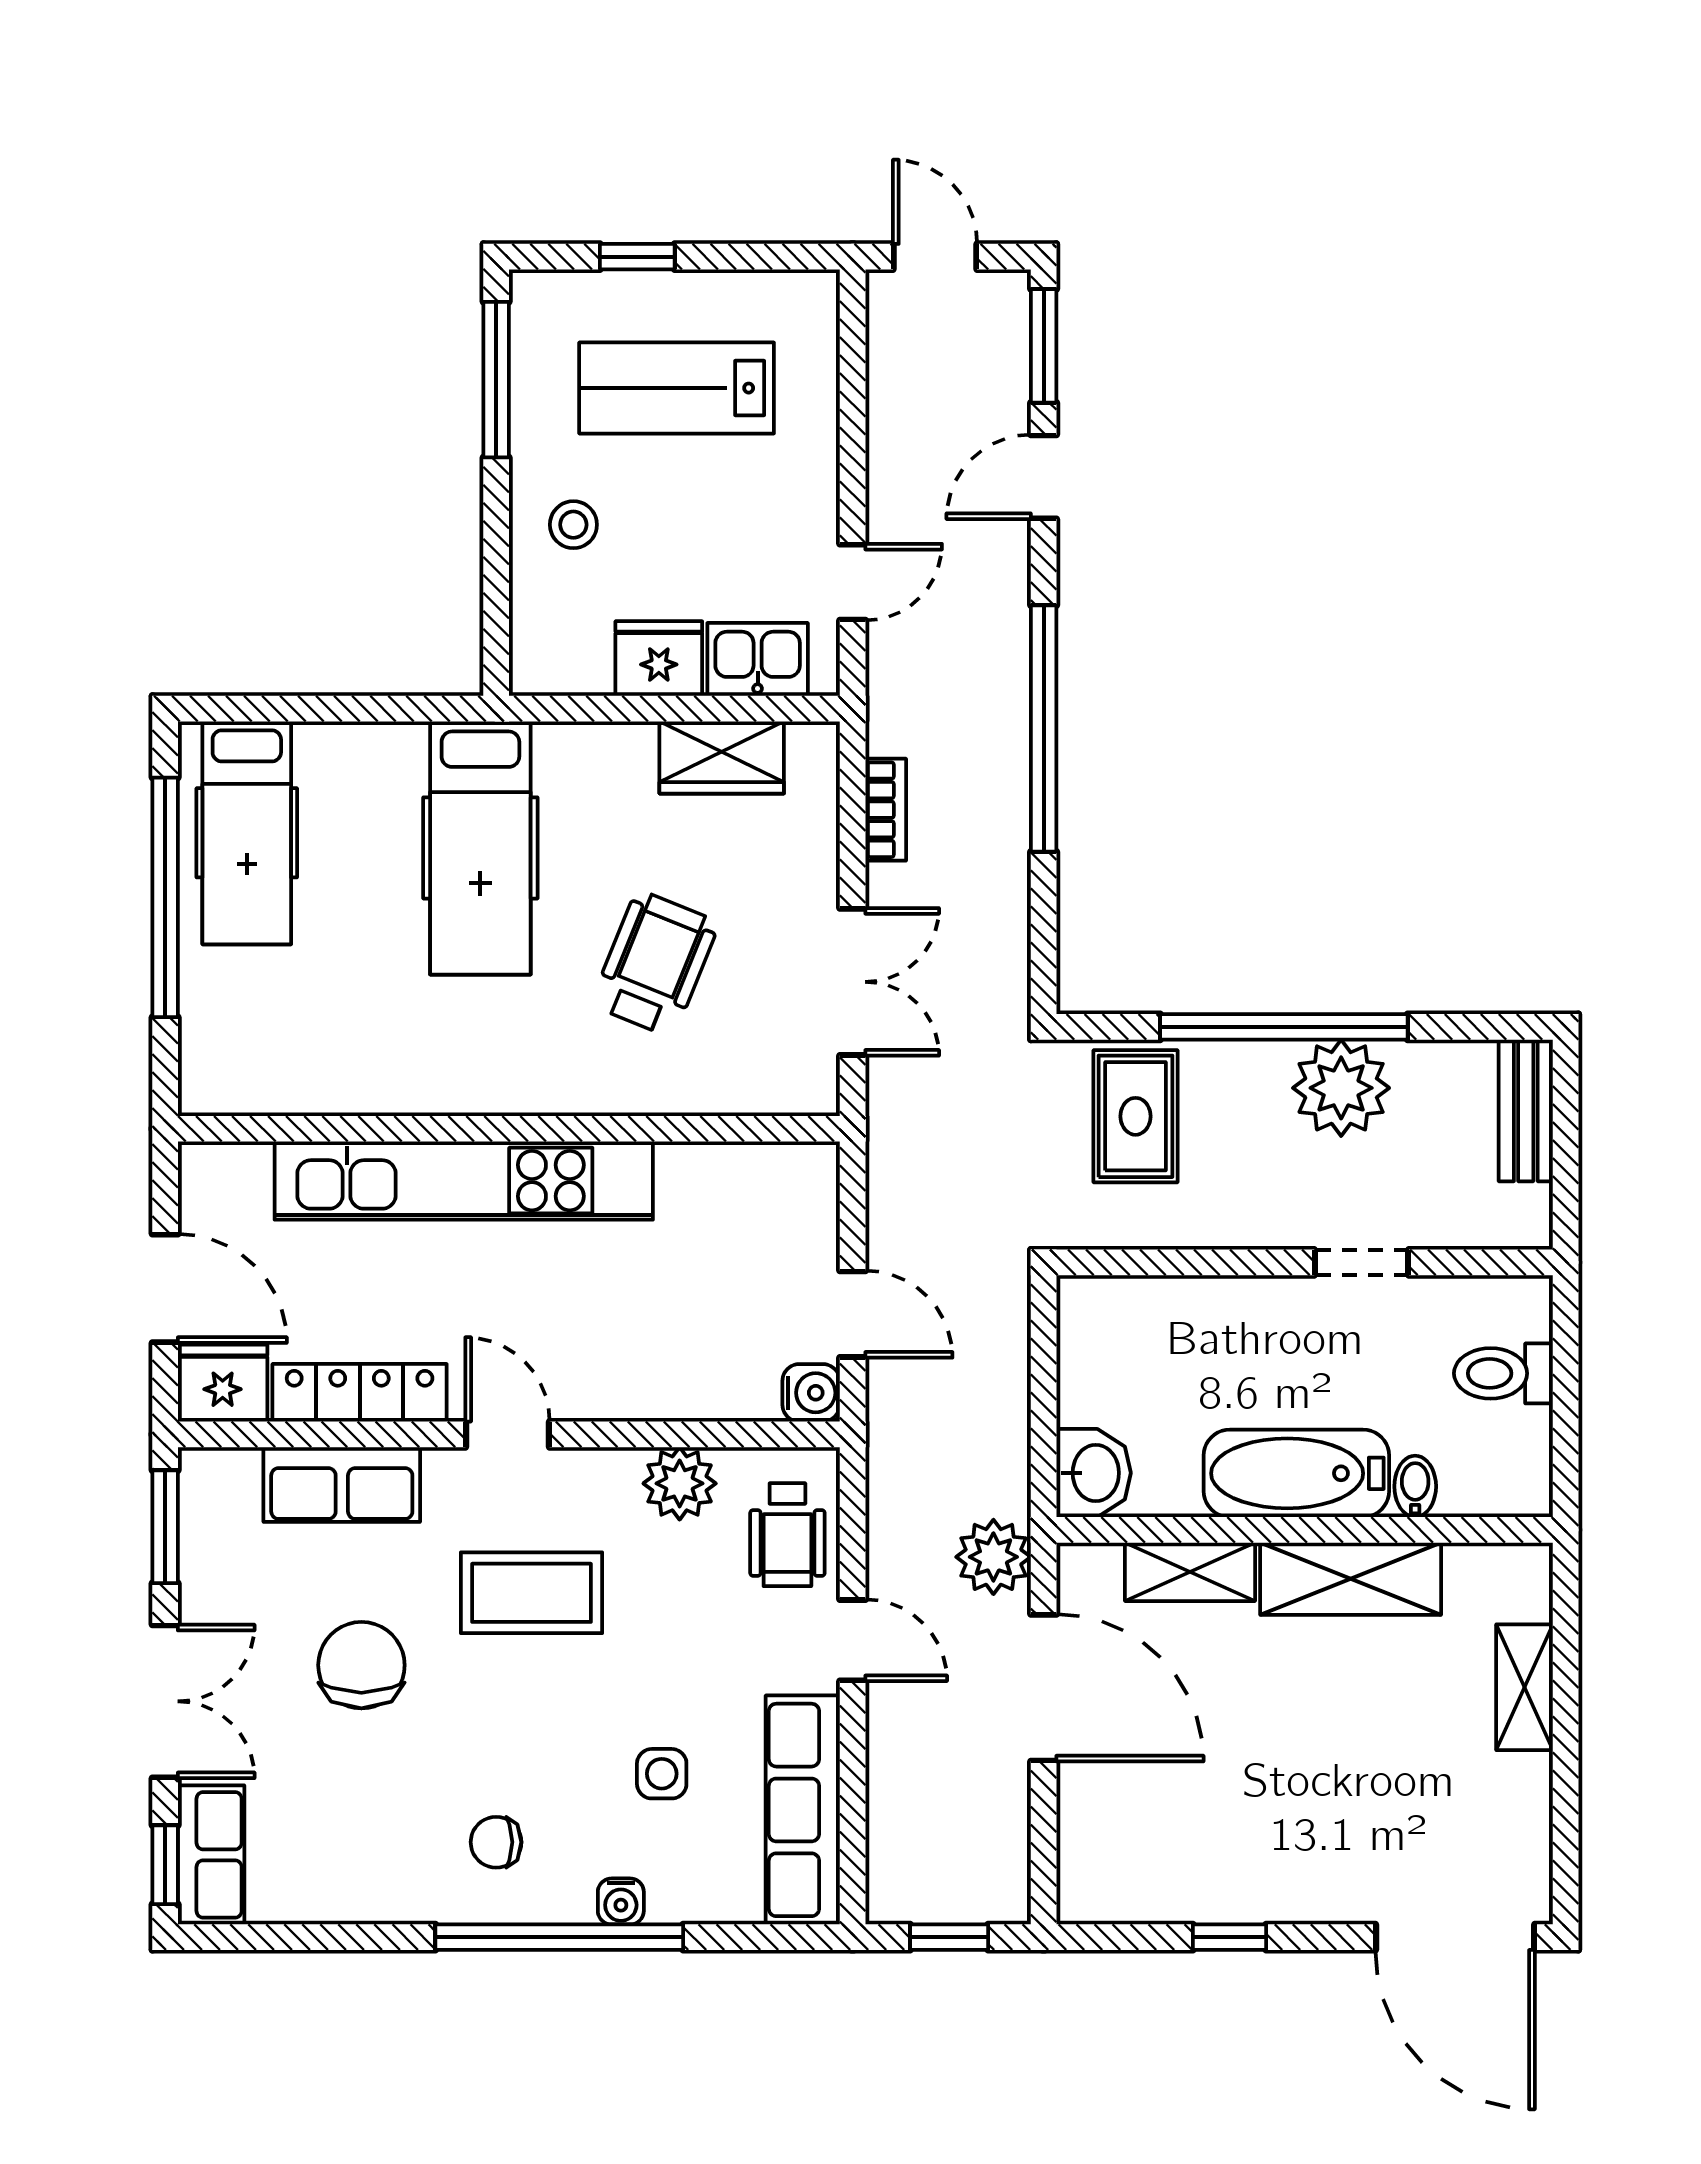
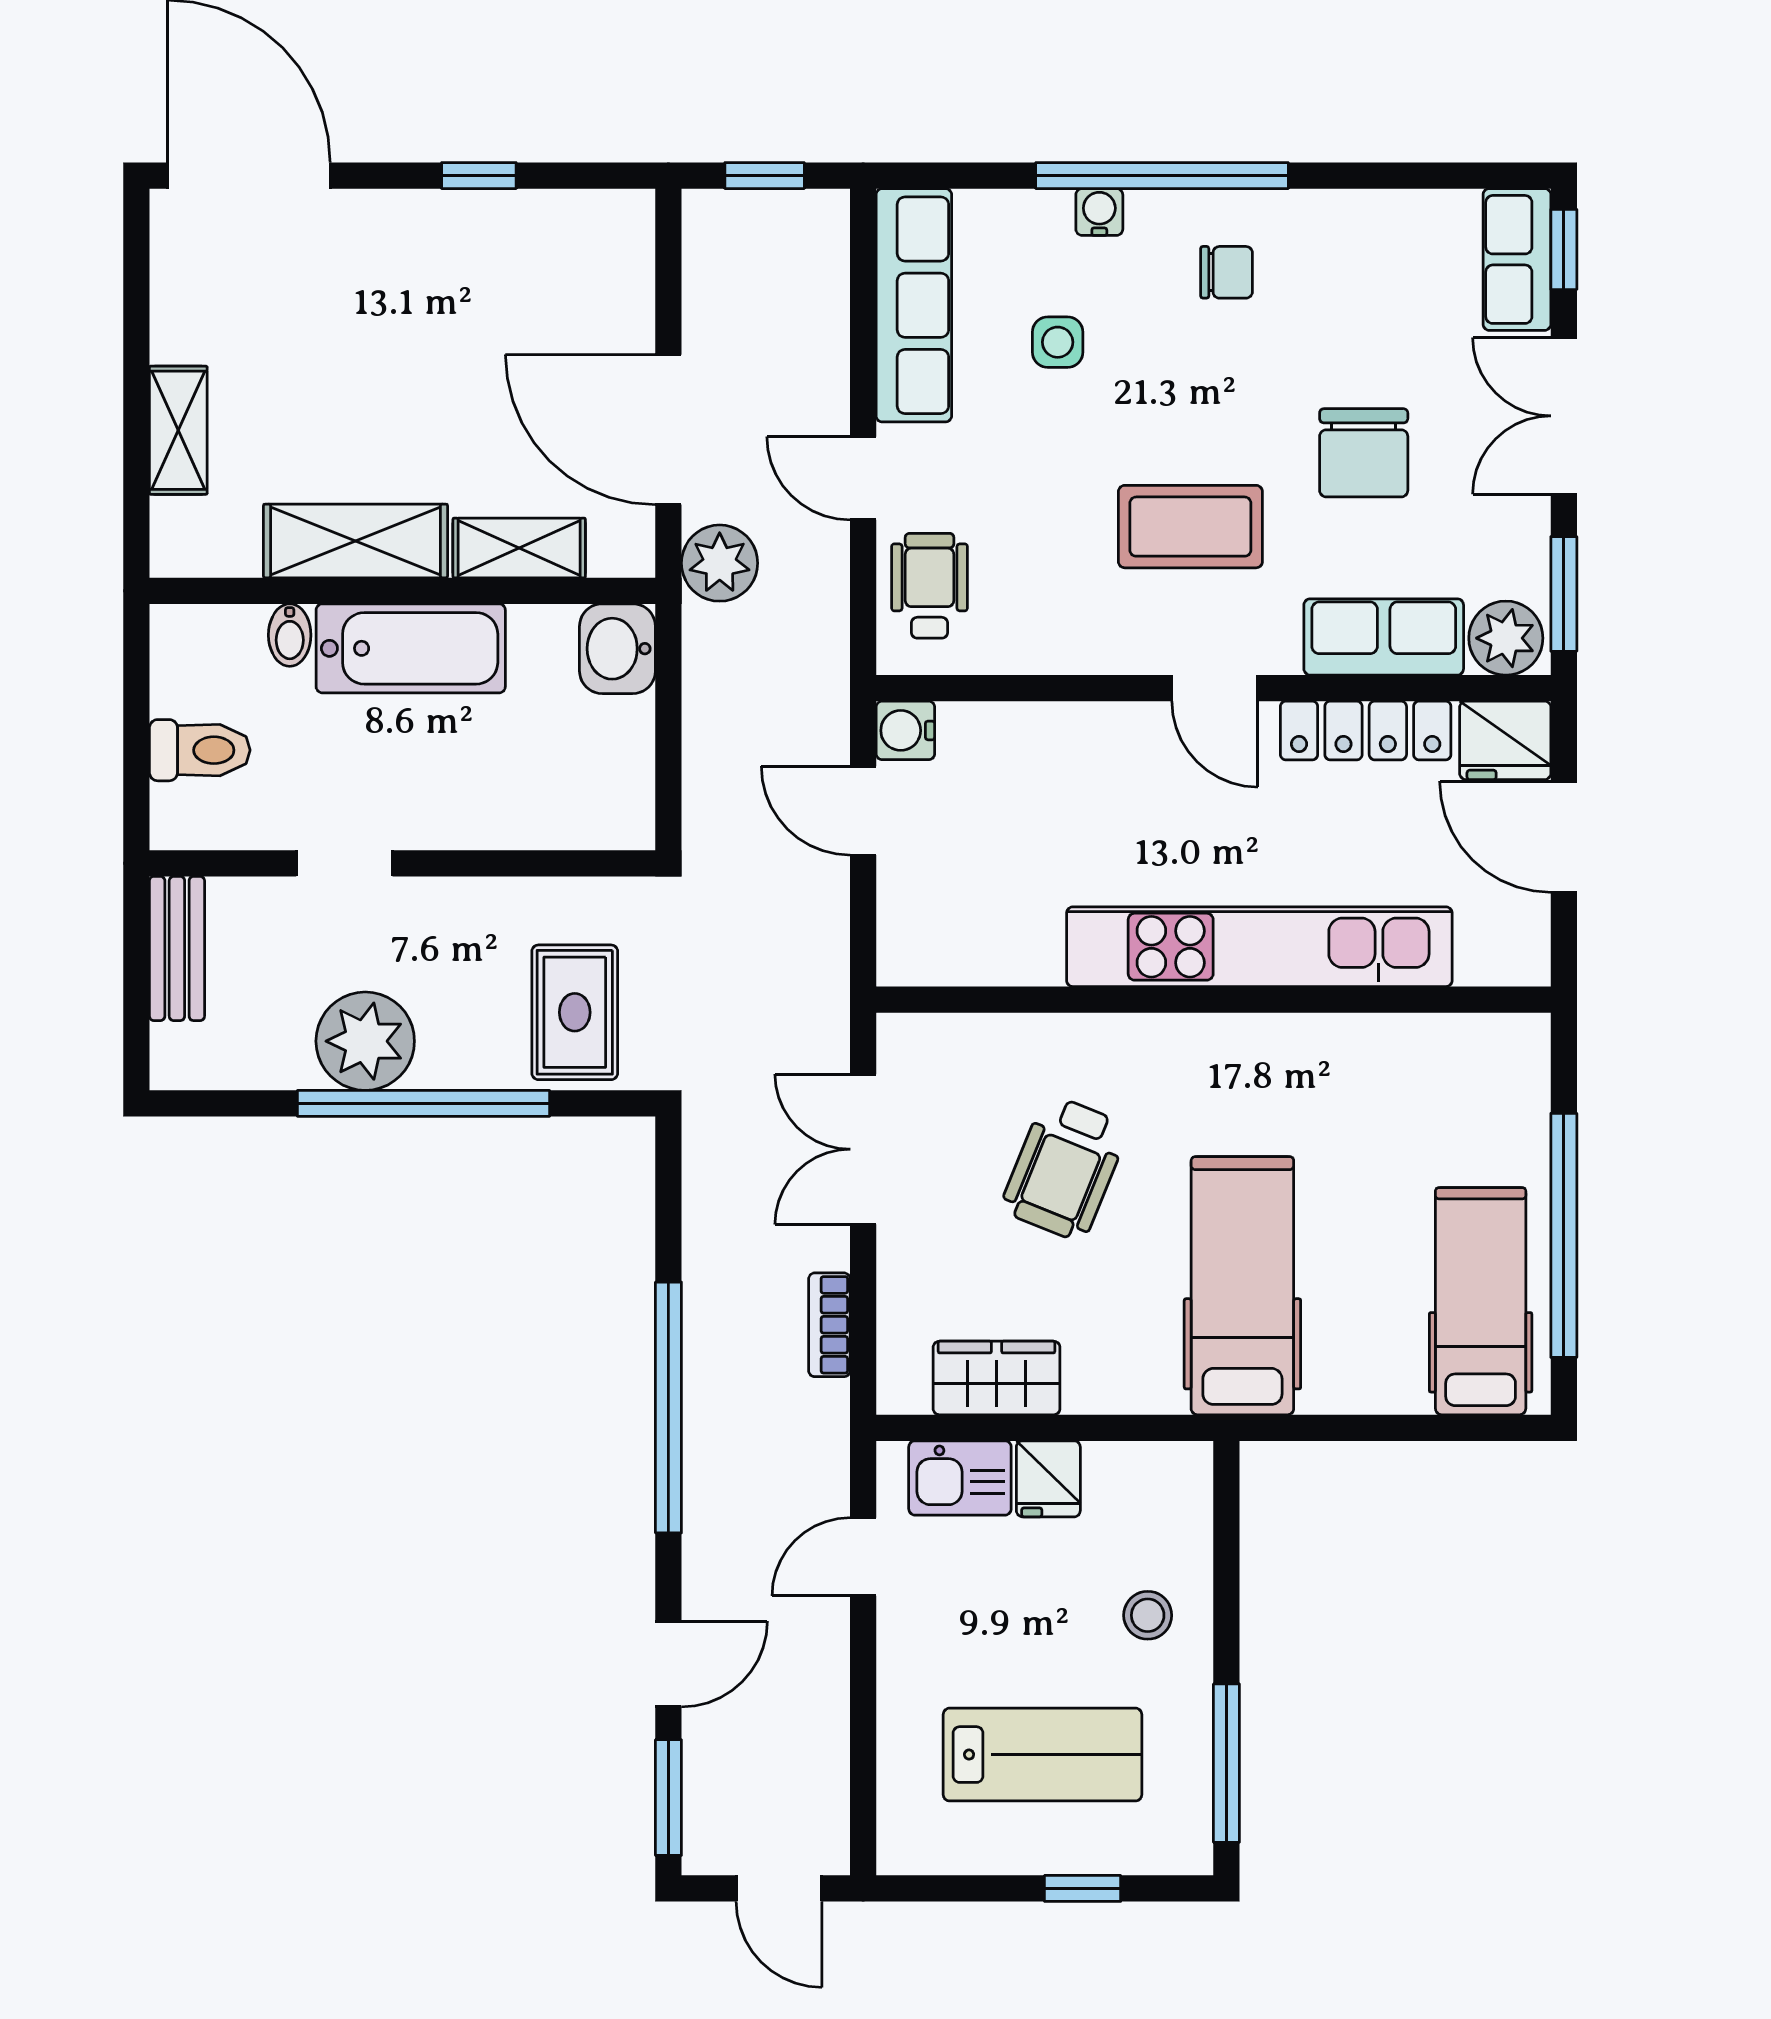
fridge: (659, 659) -> (1048, 1479), width x0.72
bench: (1526, 1110) -> (177, 948), moved
plant: (680, 1483) -> (1506, 638), moved

